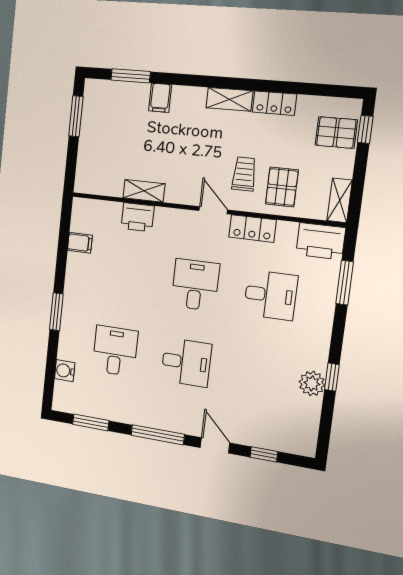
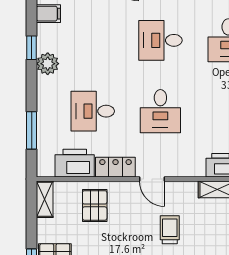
trolley: (244, 174) -> (170, 230), moved, turned 180
printer: (321, 241) -> (75, 163), moved
plant: (312, 383) -> (48, 64), moved
filing cabinet: (307, 412) -> (48, 14), added

